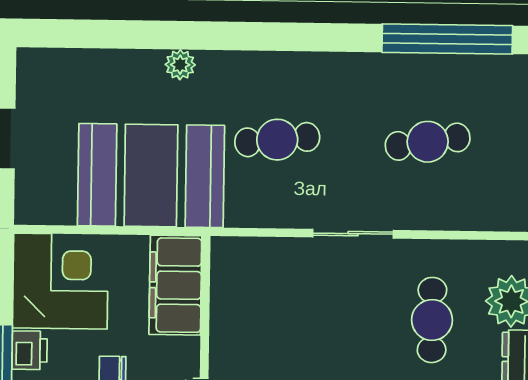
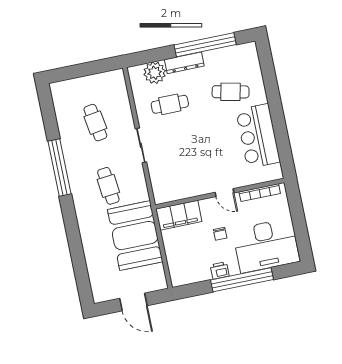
window: (447, 39) -> (59, 167), moved
plant: (180, 65) -> (86, 234), removed
corner desk: (60, 281) -> (188, 264), removed

